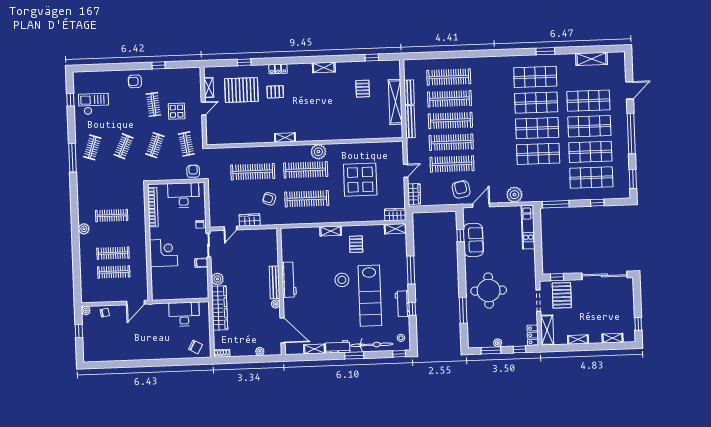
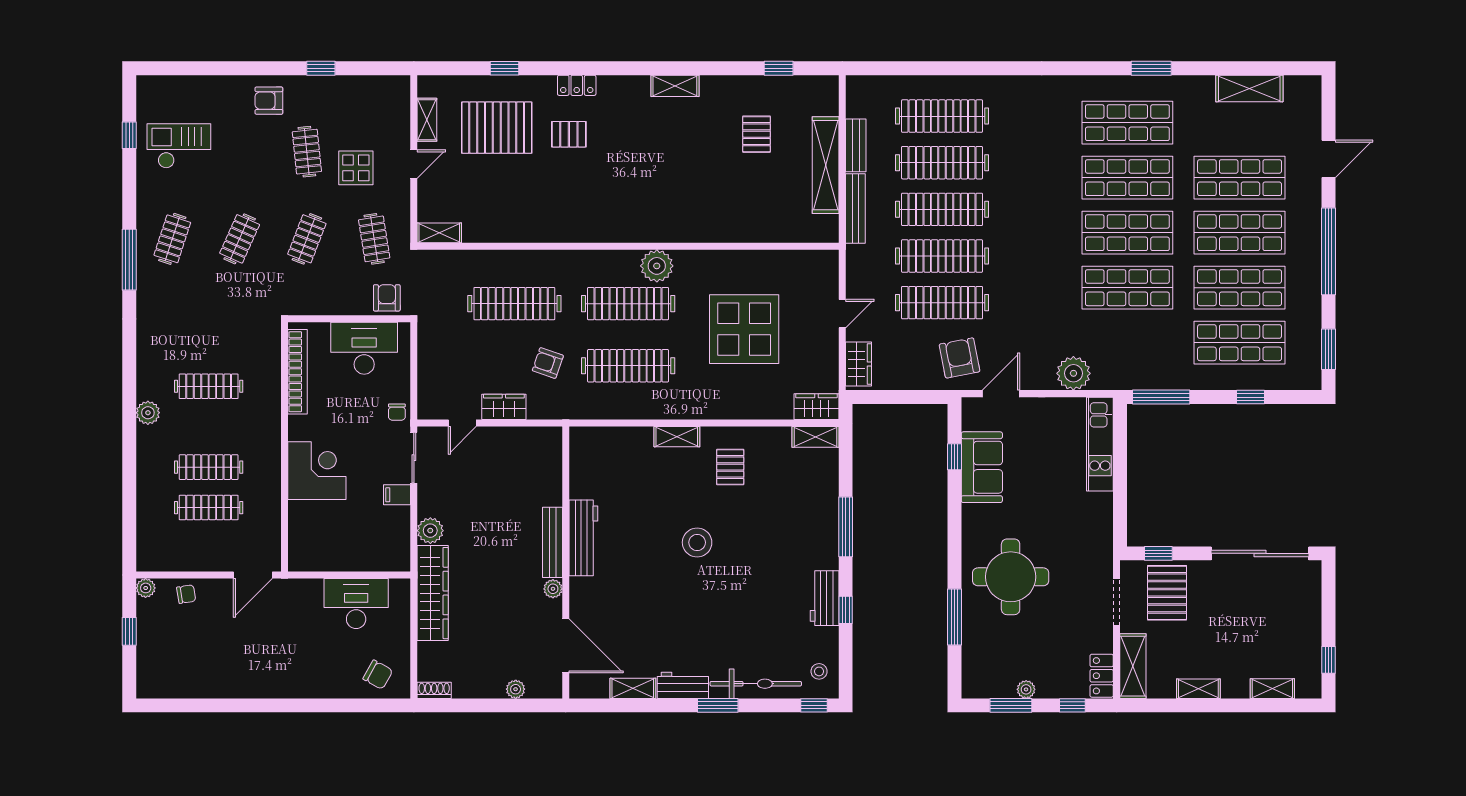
shelving: (285, 138) -> (439, 233), moved
lab bench: (370, 296) -> (756, 578), removed

